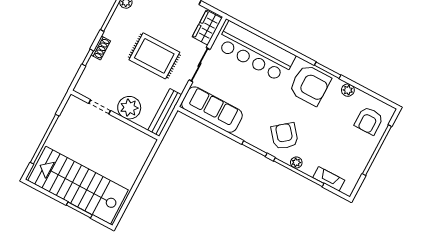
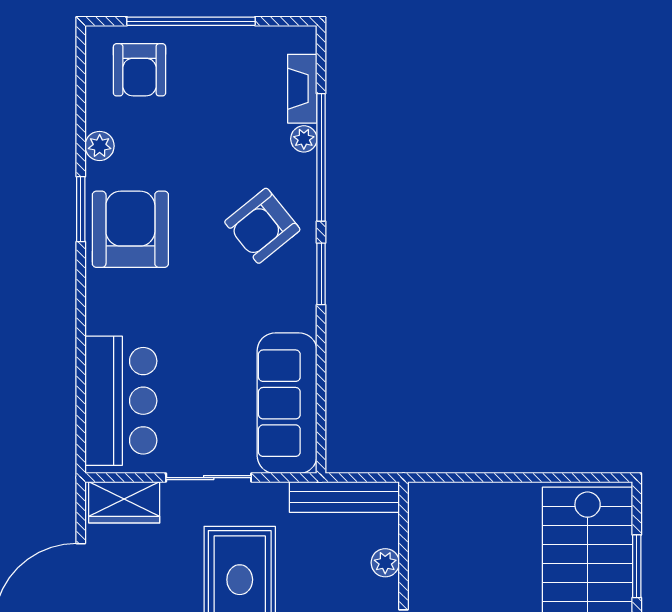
bar counter: (255, 52) -> (121, 401), width x0.73
plant: (129, 108) -> (385, 563), width x0.53, depth x0.53
armchair: (369, 121) -> (139, 70), turned 90
plant: (296, 162) -> (304, 139), moved

